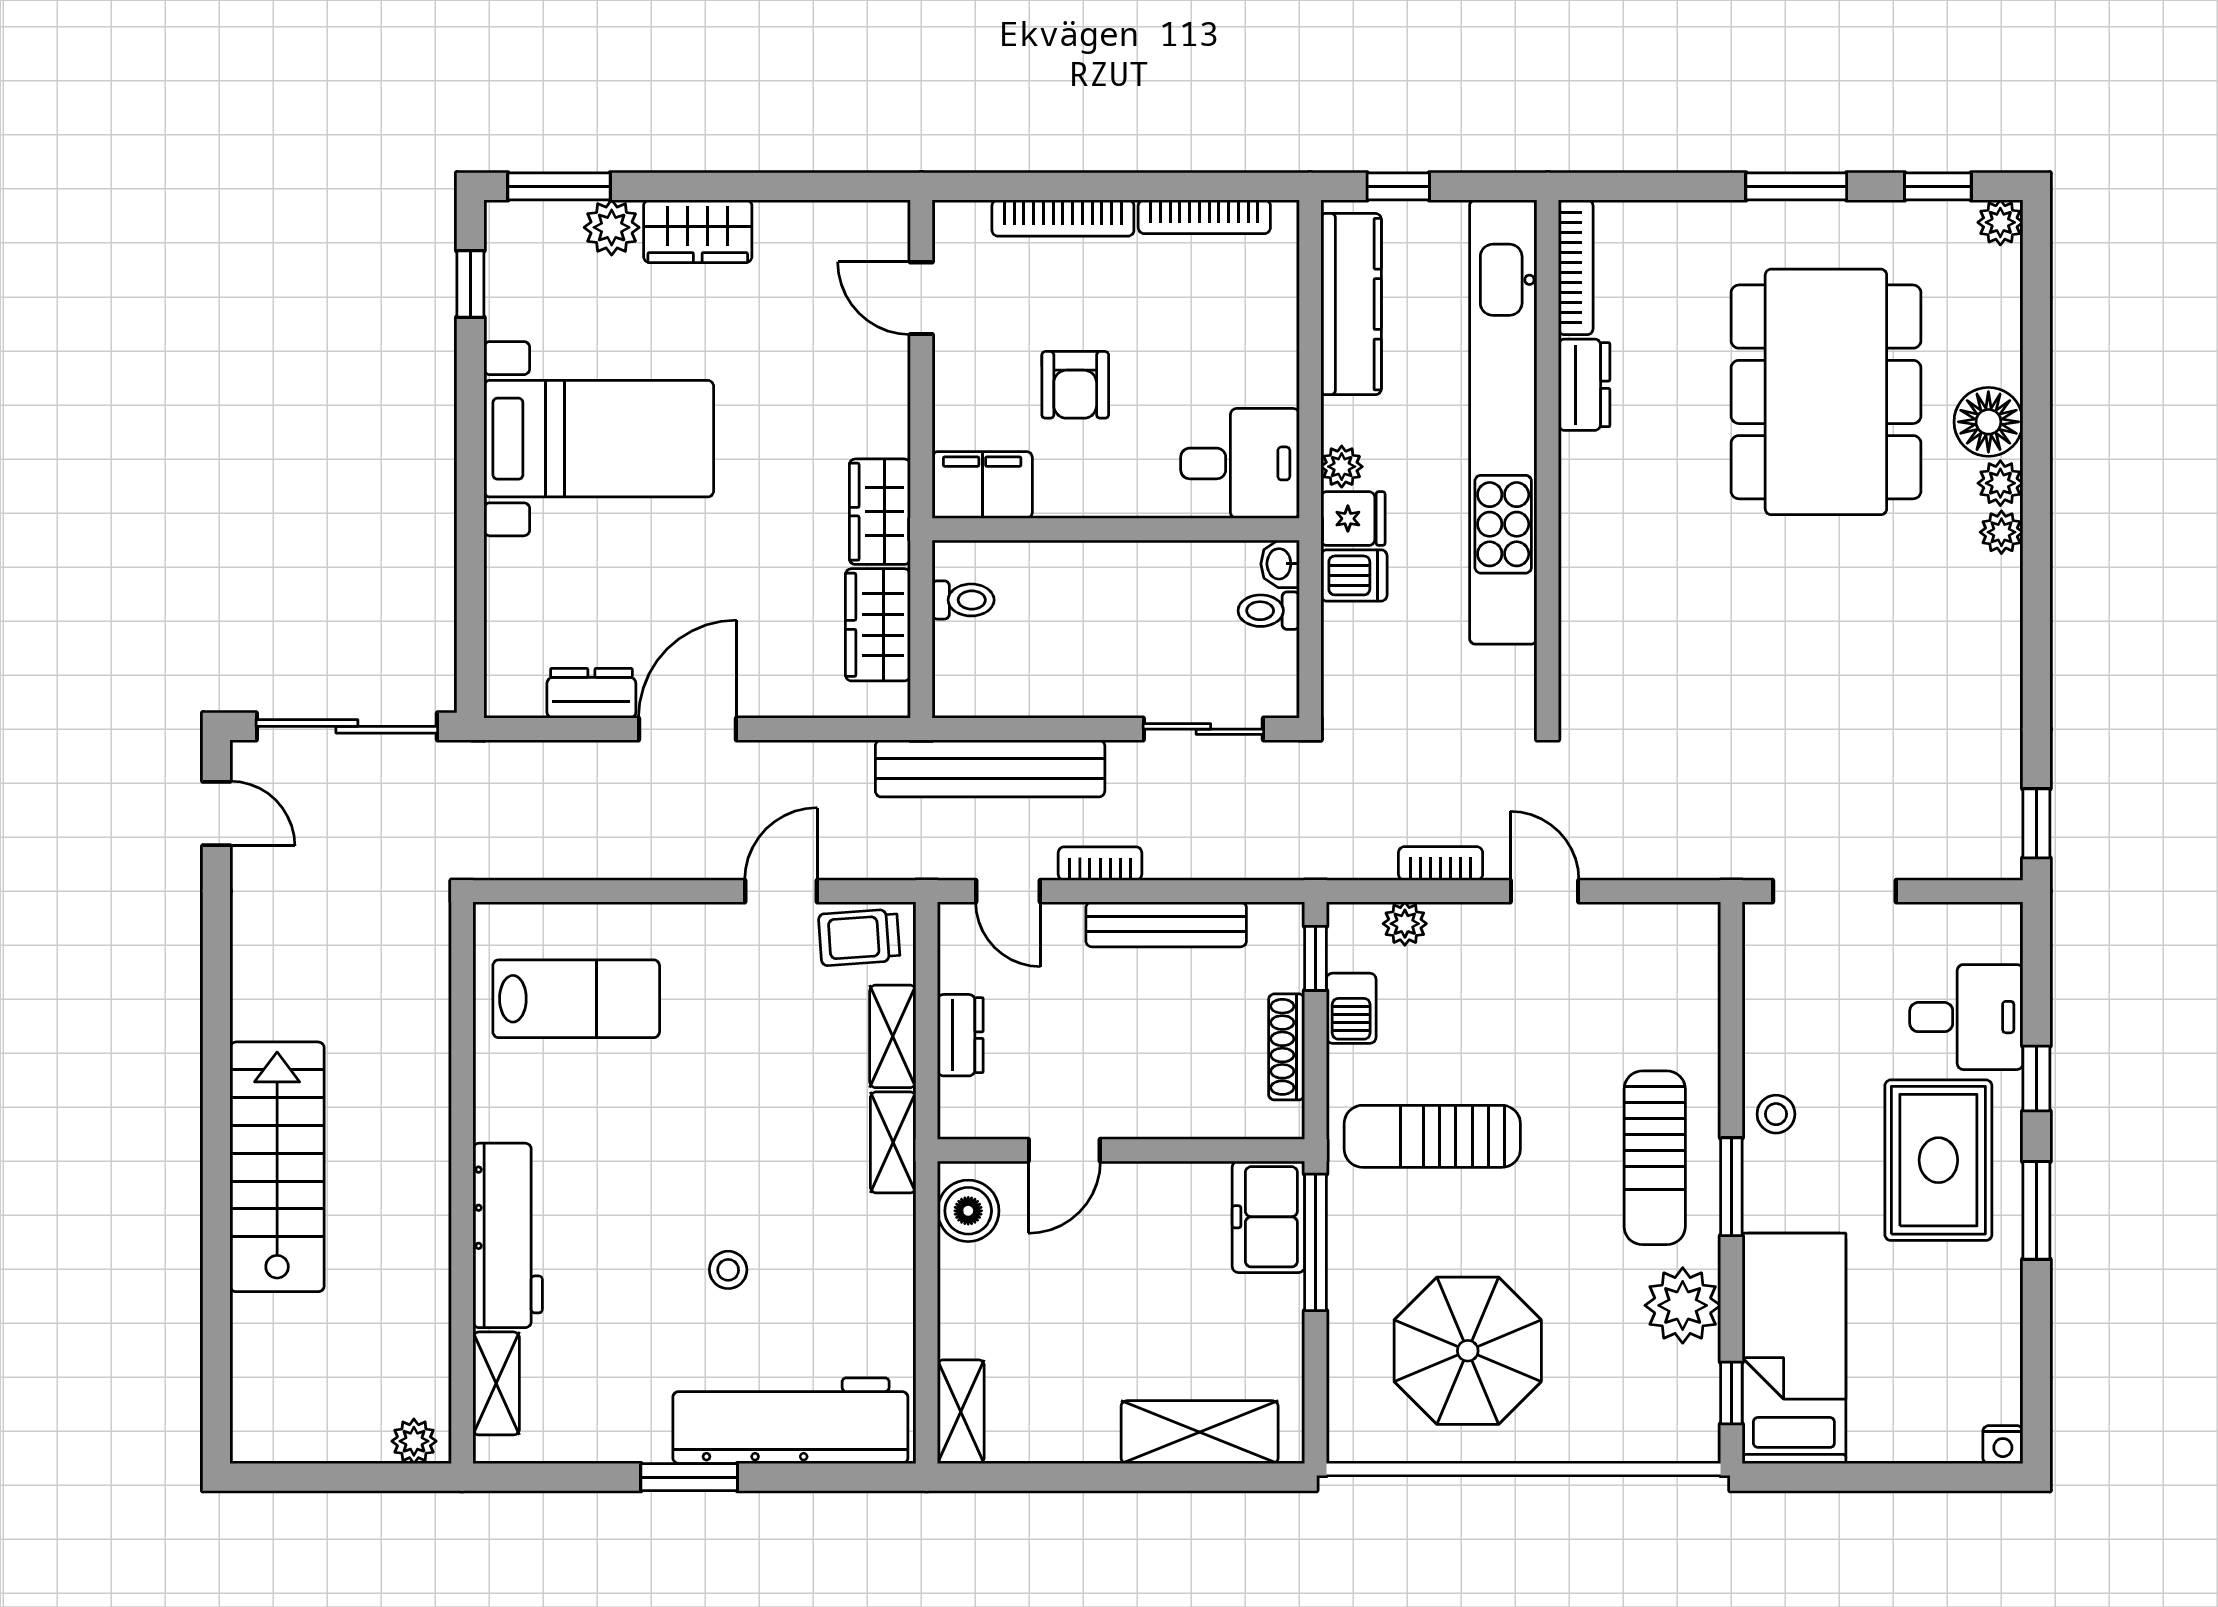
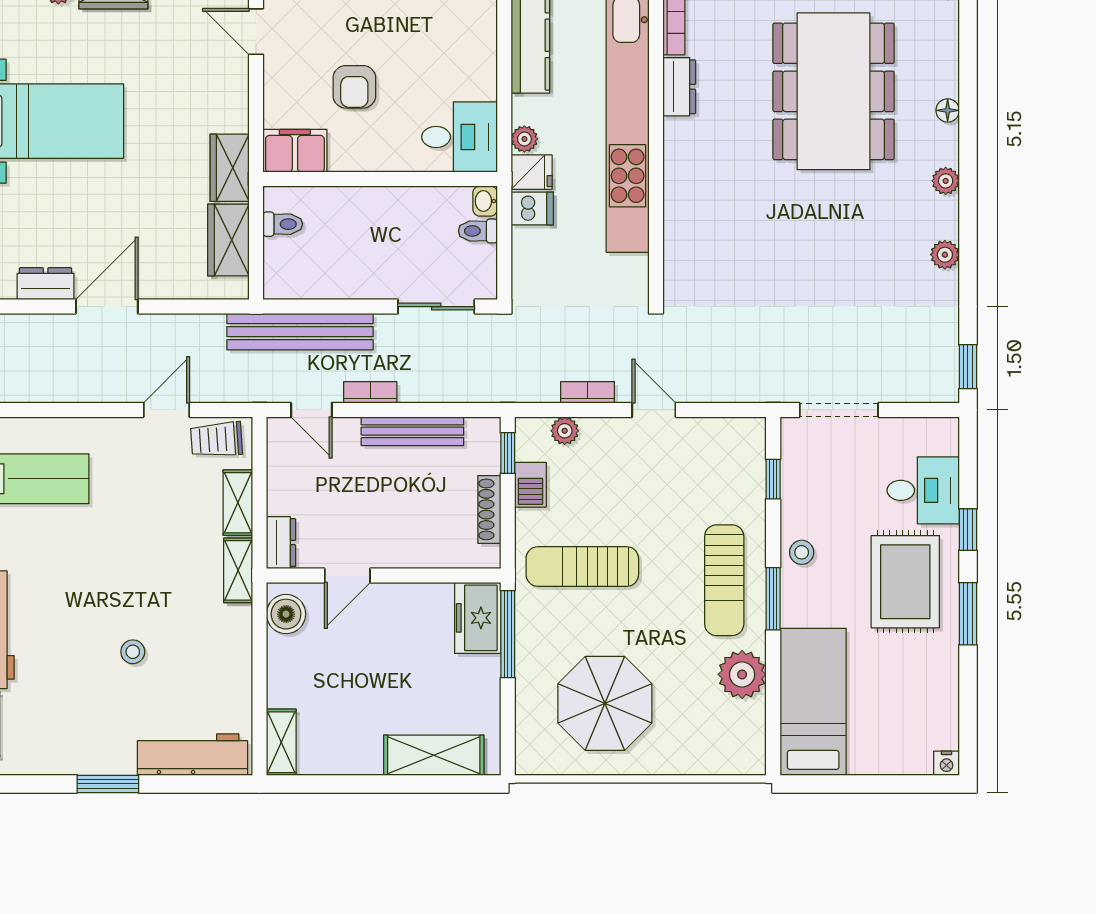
floor lamp: (1988, 422) -> (948, 110), width x0.53, depth x0.53
plant: (2000, 483) -> (945, 255), moved
dresser: (960, 1035) -> (281, 543), moved
window: (1731, 1393) -> (773, 479), moved
workbench: (790, 1421) -> (193, 755), width x0.73, depth x0.76

